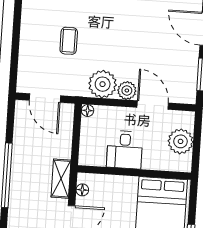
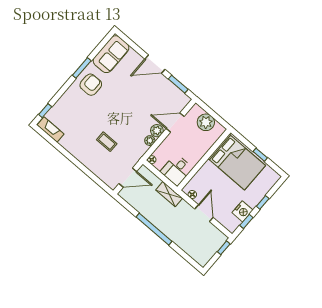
plant: (103, 84) -> (150, 141), width x0.53, depth x0.53
desk: (125, 150) -> (177, 170), moved, turned 90
shelving: (61, 179) -> (169, 194), moved

